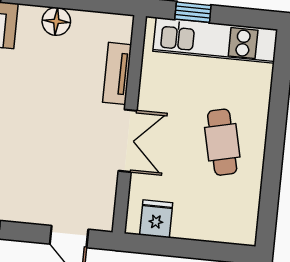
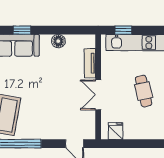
double door: (128, 141) -> (98, 95), swing flipped

